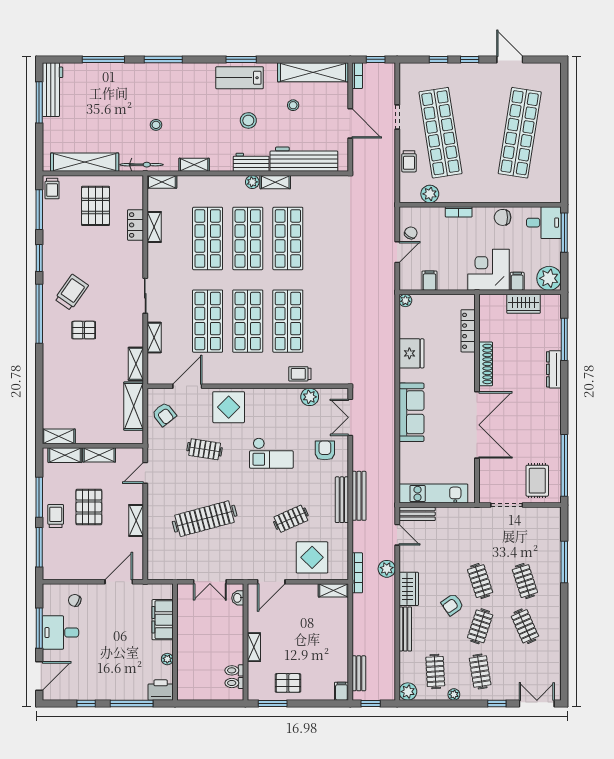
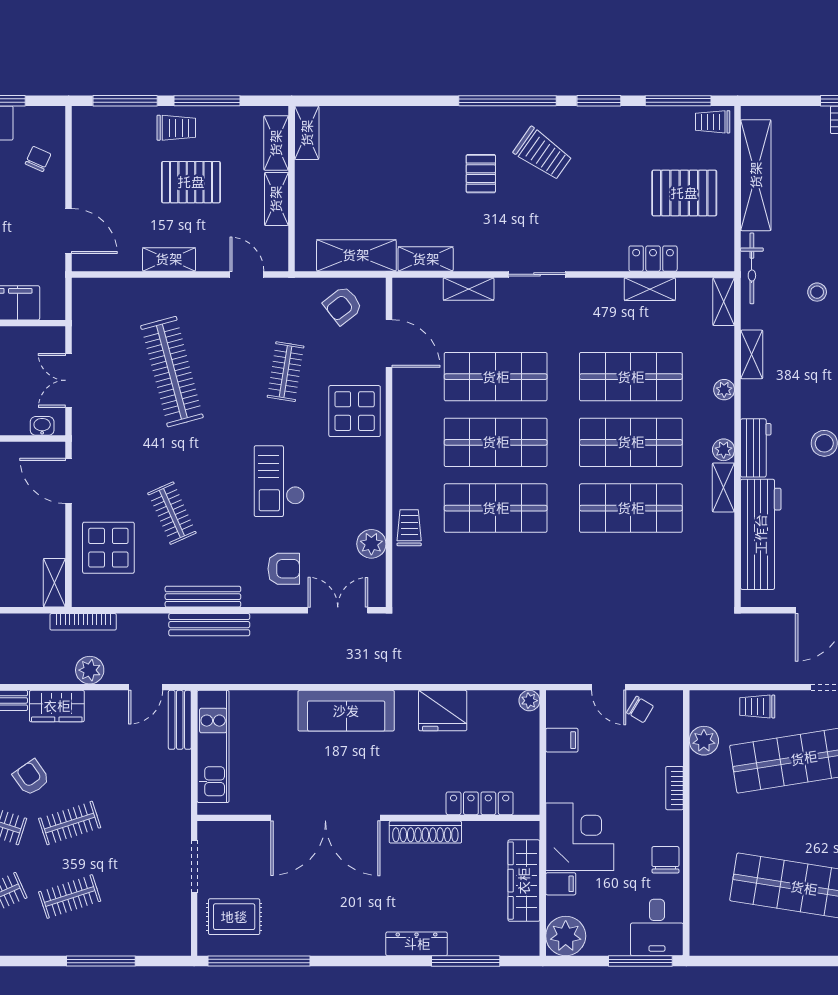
plant: (216, 182) -> (724, 390), added
wardrobe: (524, 304) -> (524, 881), width x1.50

